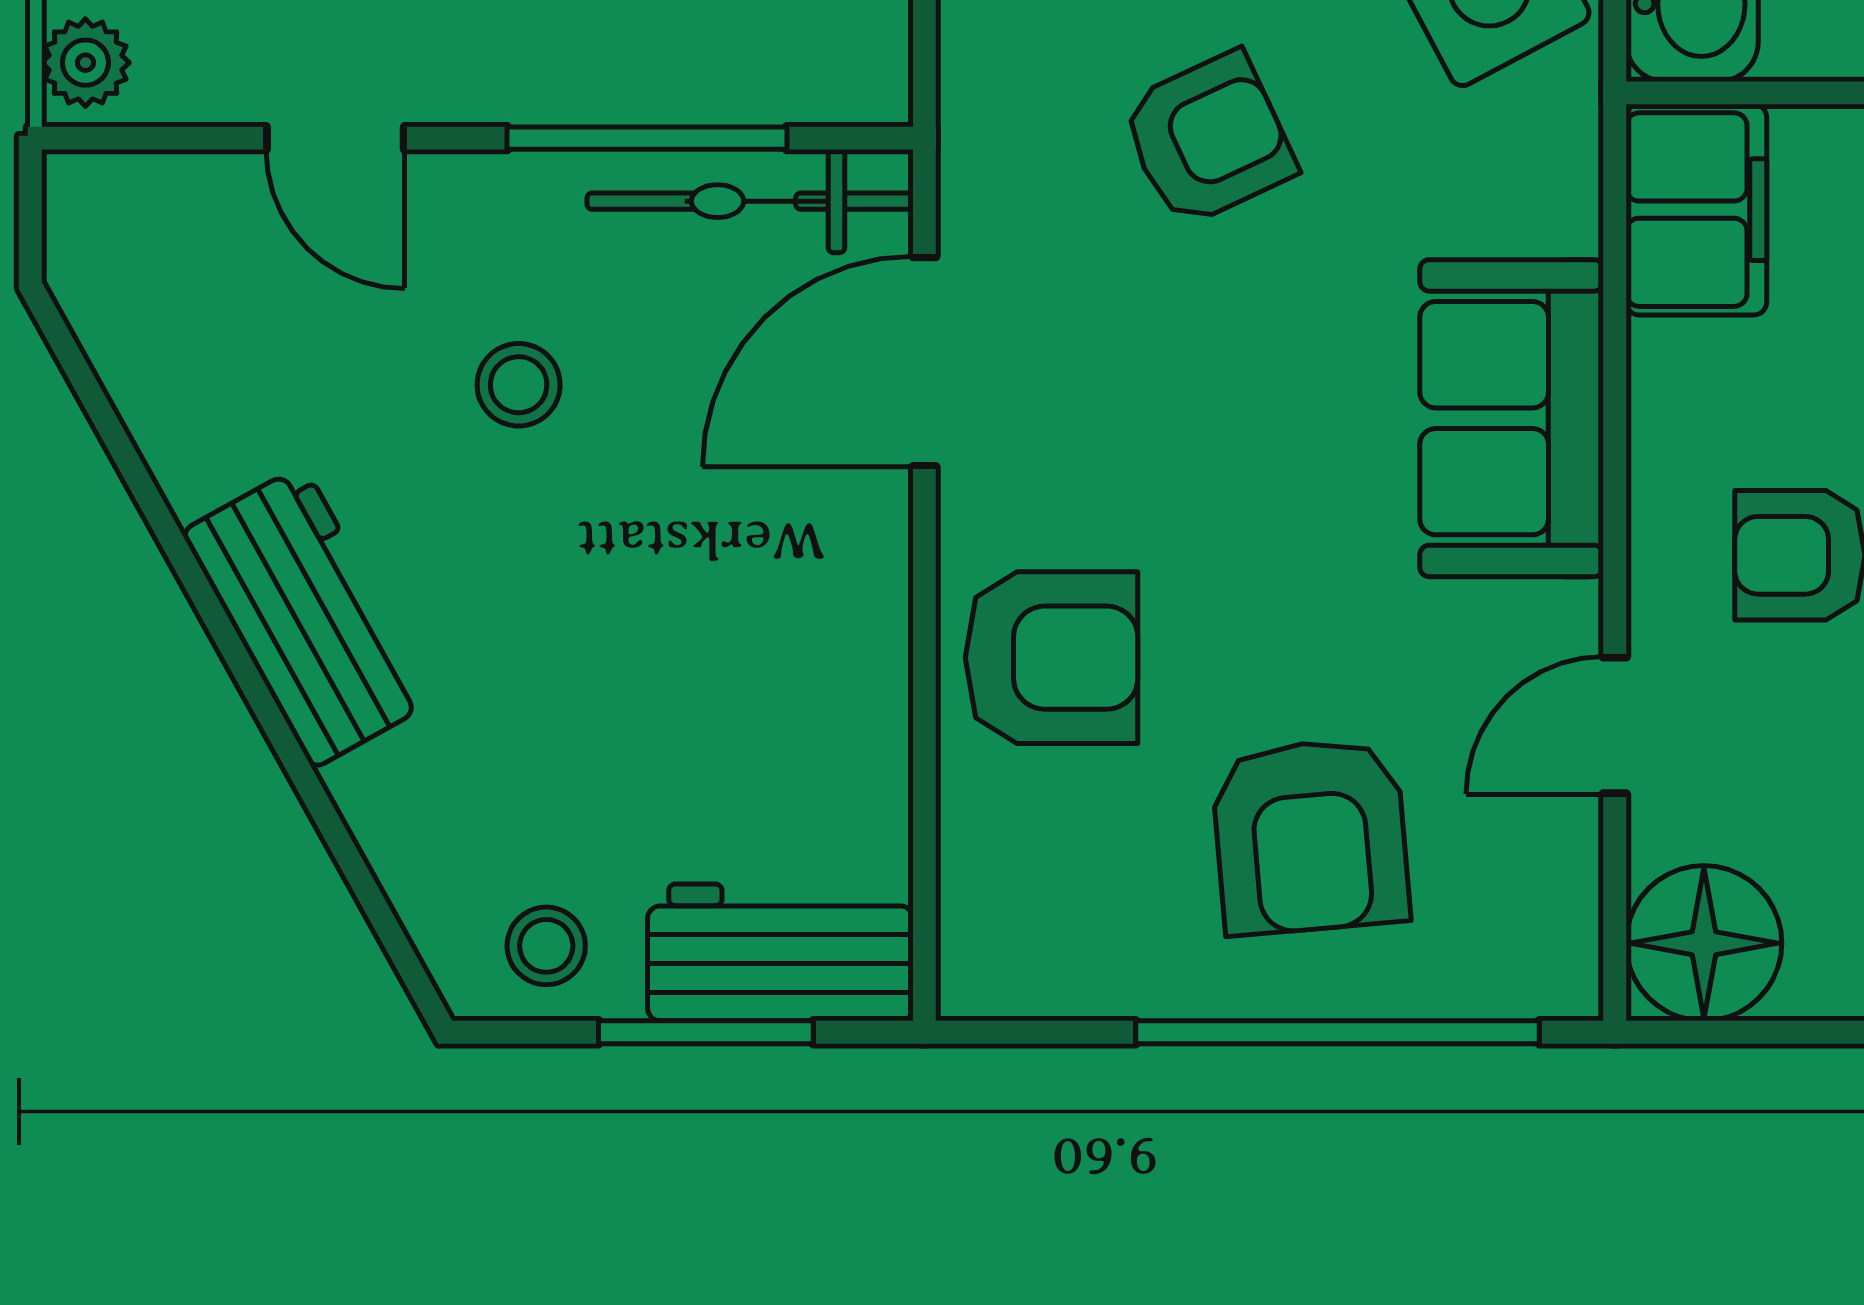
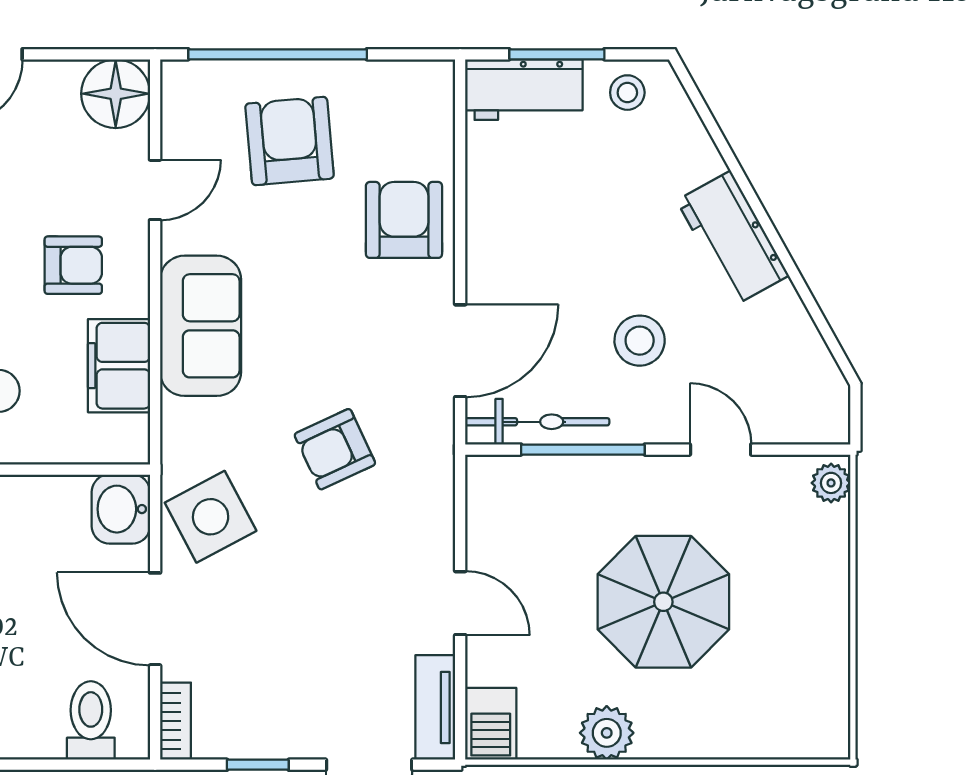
filing cabinet: (1696, 210) -> (119, 366), moved
stool: (519, 385) -> (640, 341), width x1.37, depth x1.37
armchair: (1052, 658) -> (404, 220), turned 90

